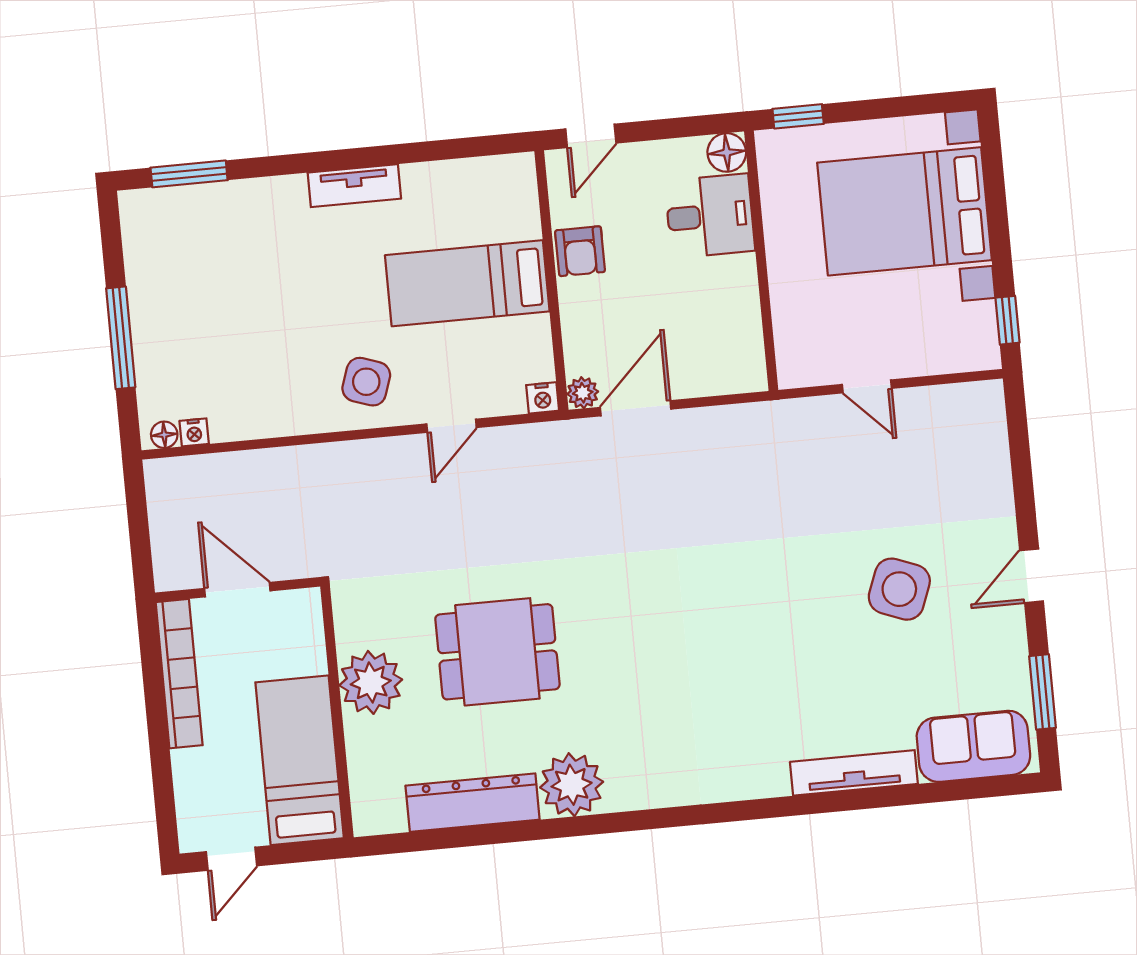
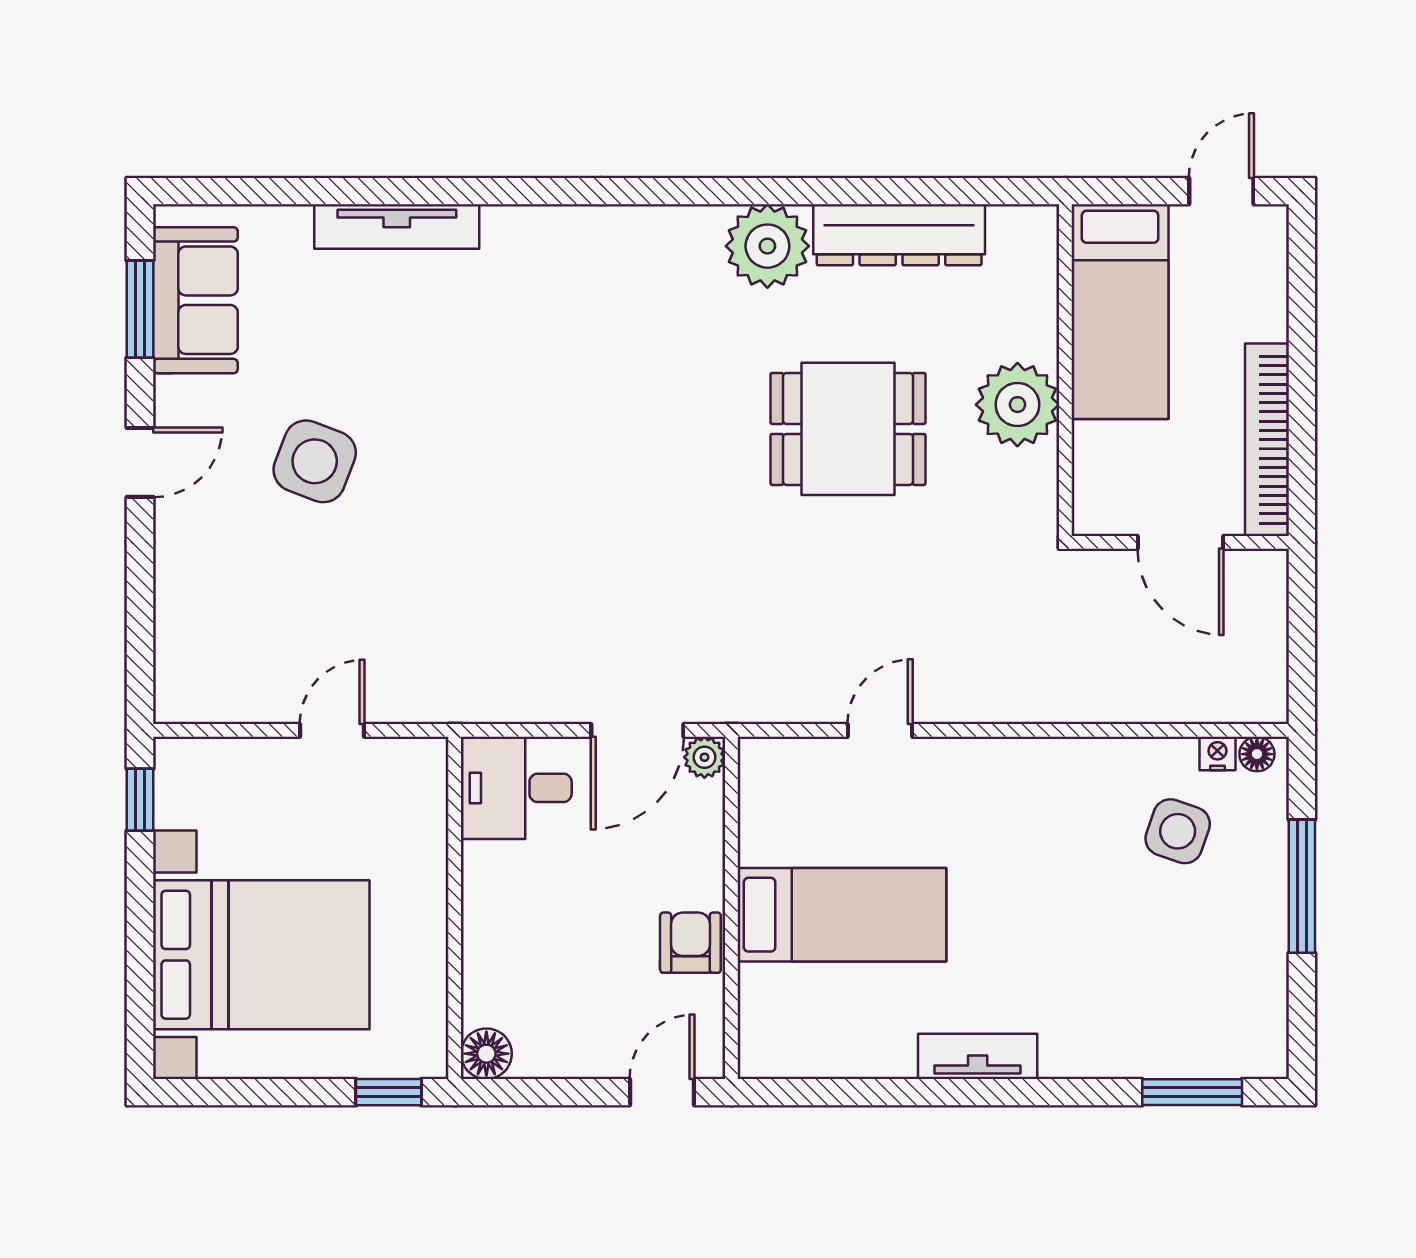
desk: (710, 216) -> (516, 788), moved
side table: (366, 382) -> (1178, 831), moved
door: (867, 386) -> (332, 730), hinge flipped
nightstand: (543, 398) -> (758, 755), removed
sofa: (973, 746) -> (195, 300), moved, turned -90

